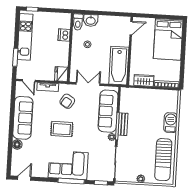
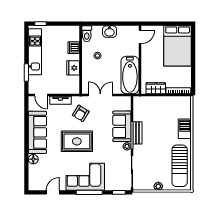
washbasin: (91, 20) -> (110, 32), moved
fridge: (61, 74) -> (73, 68), moved
sofa: (108, 111) -> (122, 126), width x0.73
rug: (62, 129) -> (77, 141), width x1.36, depth x1.43
door: (24, 178) -> (53, 192), moved

